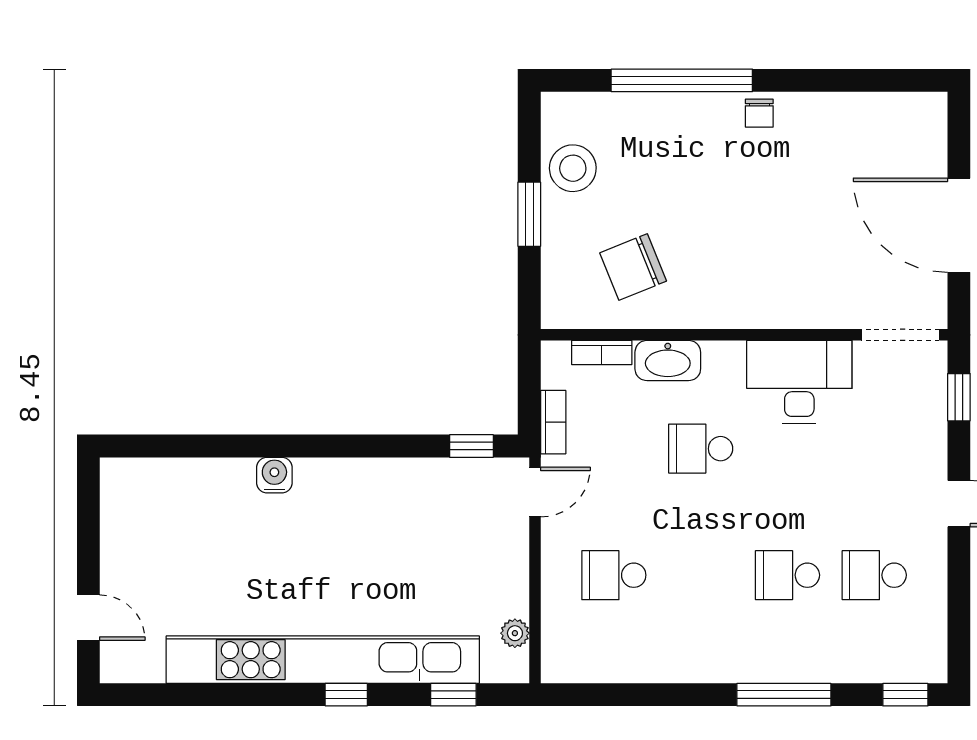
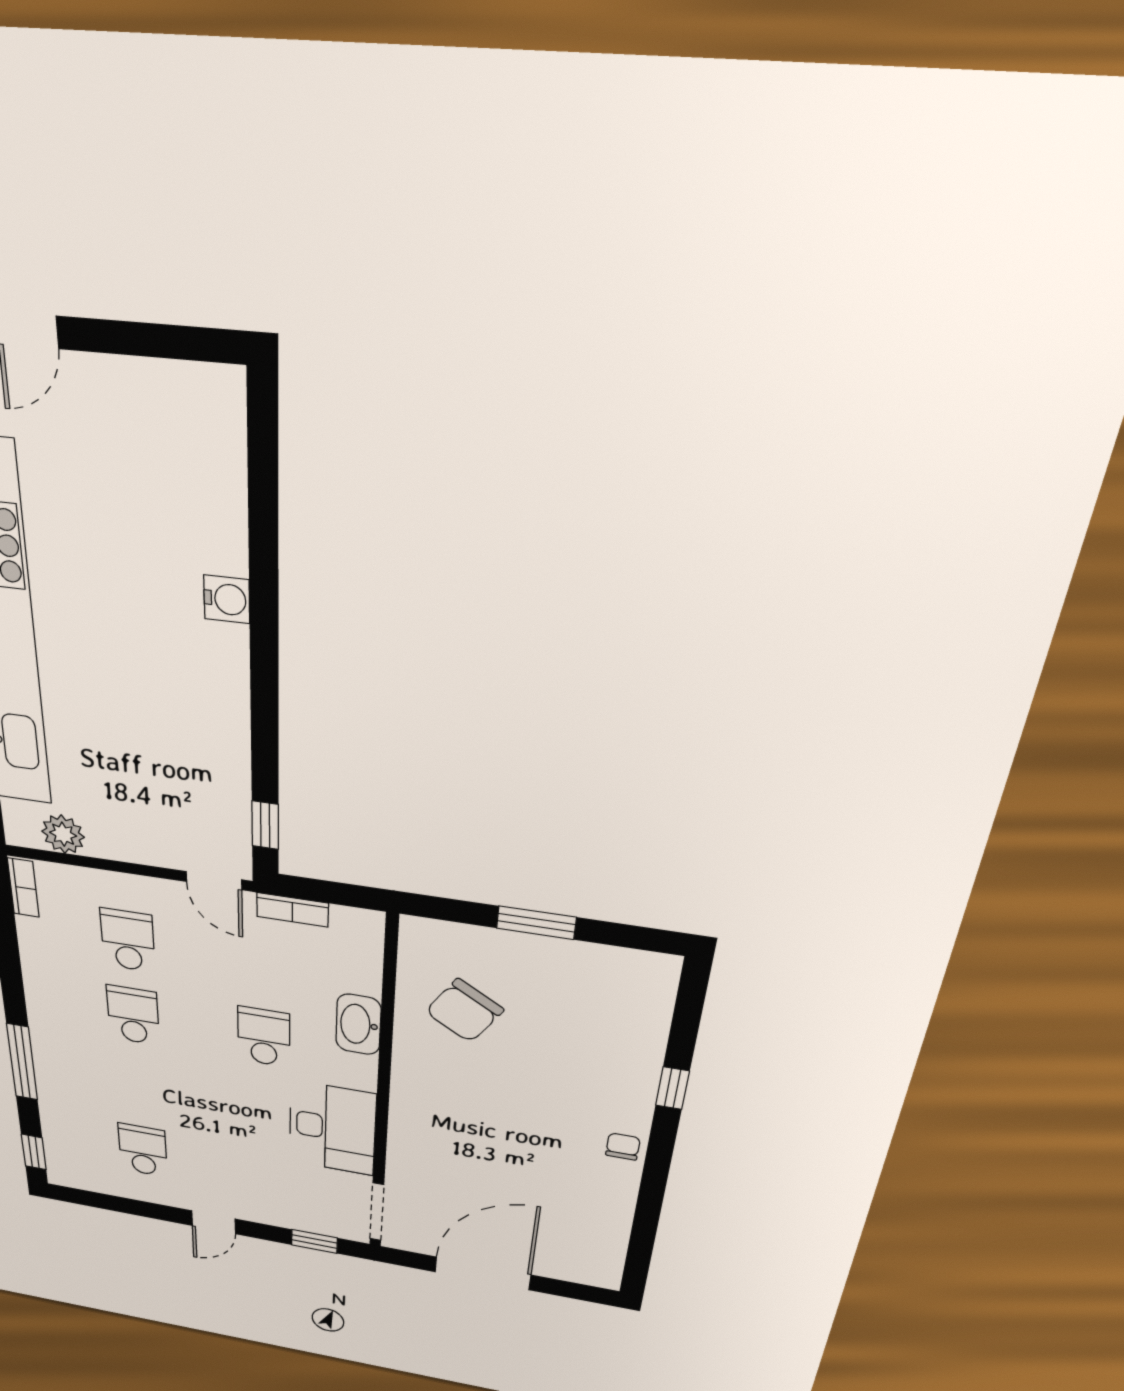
window: (682, 80) -> (672, 1088), width x0.32
chair: (759, 113) -> (623, 1146), turned 90
stool: (573, 168) -> (586, 973), removed
chair: (633, 267) -> (464, 1011), turned -126
bookcase: (602, 352) -> (23, 888), moved, turned 180
school desk: (787, 575) -> (133, 1015), moved
plant: (515, 633) -> (63, 834), width x1.38, depth x1.38

